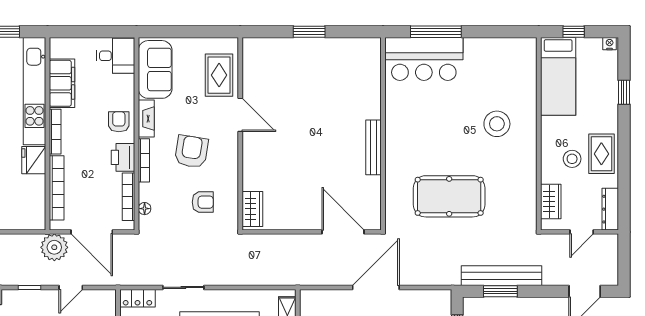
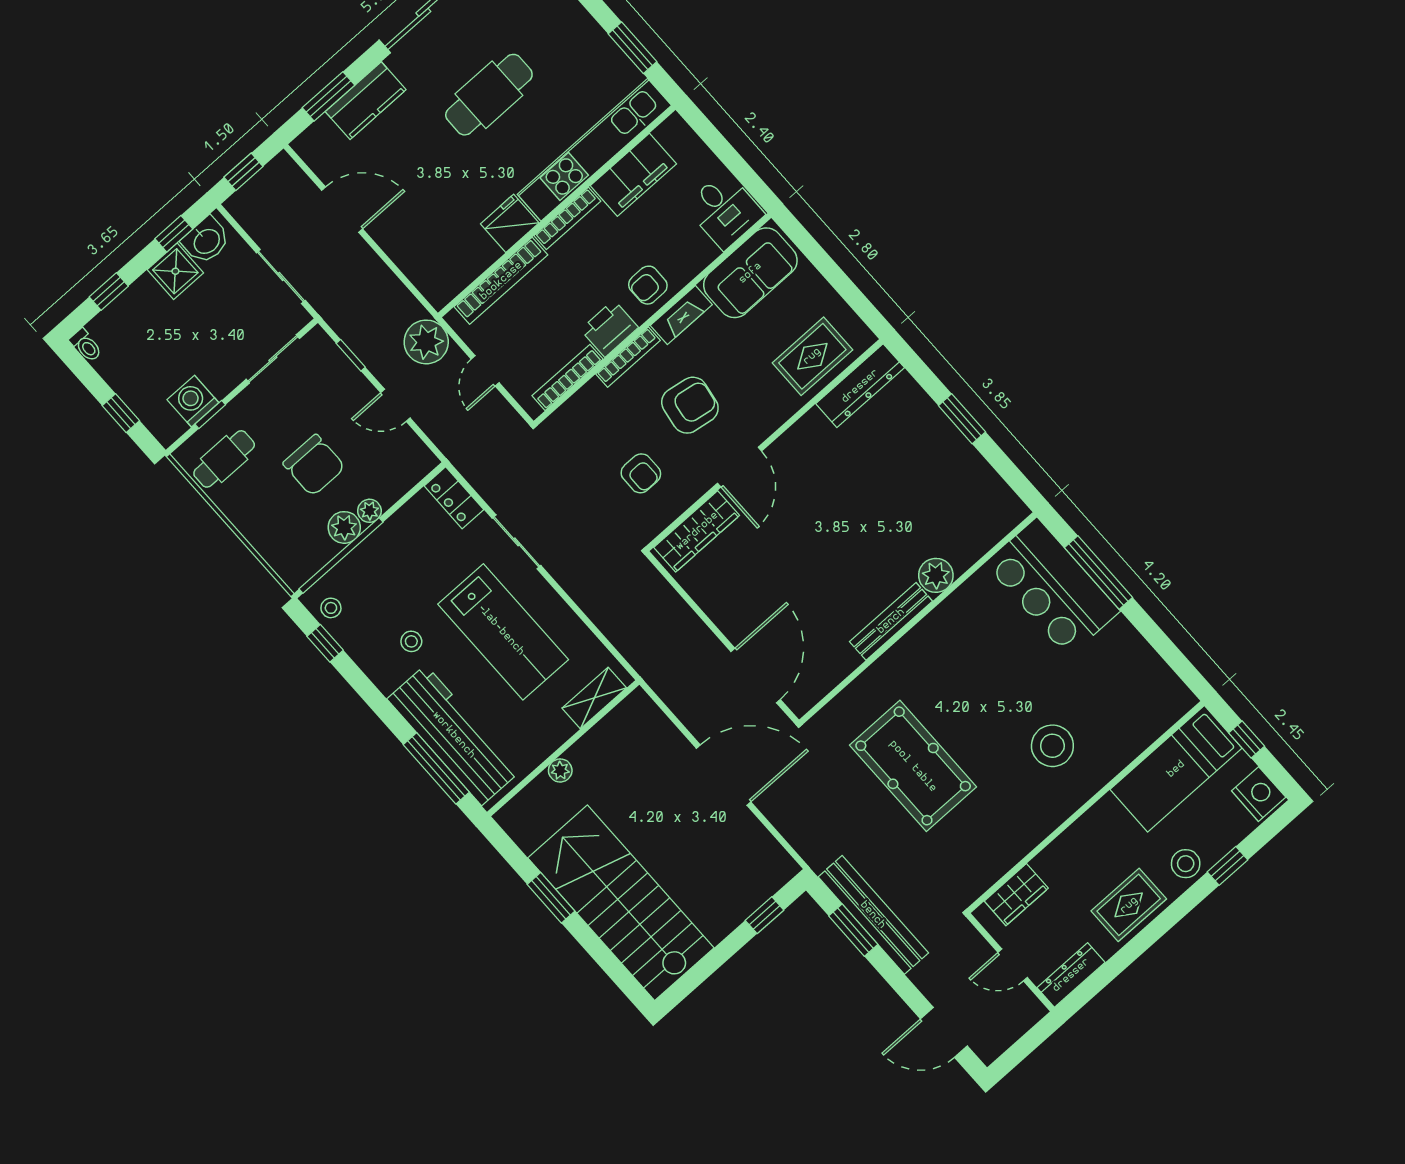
nightstand: (610, 44) -> (1259, 794), width x1.89, depth x1.79
dresser: (252, 65) -> (860, 386), added
plant: (371, 108) -> (936, 575), added
door: (240, 115) -> (739, 467), moved
armchair: (119, 122) -> (648, 285), turned 180
stool: (572, 159) -> (1186, 864), moved
floor lamp: (145, 209) -> (570, 410), removed
wardrobe: (252, 209) -> (697, 531), width x1.50
door: (92, 232) -> (485, 371), width x0.53

